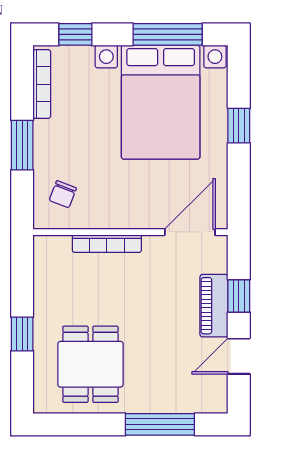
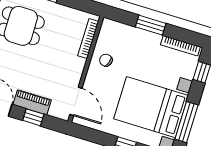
chair: (63, 194) -> (106, 60), moved
bookcase: (107, 244) -> (88, 39), moved

